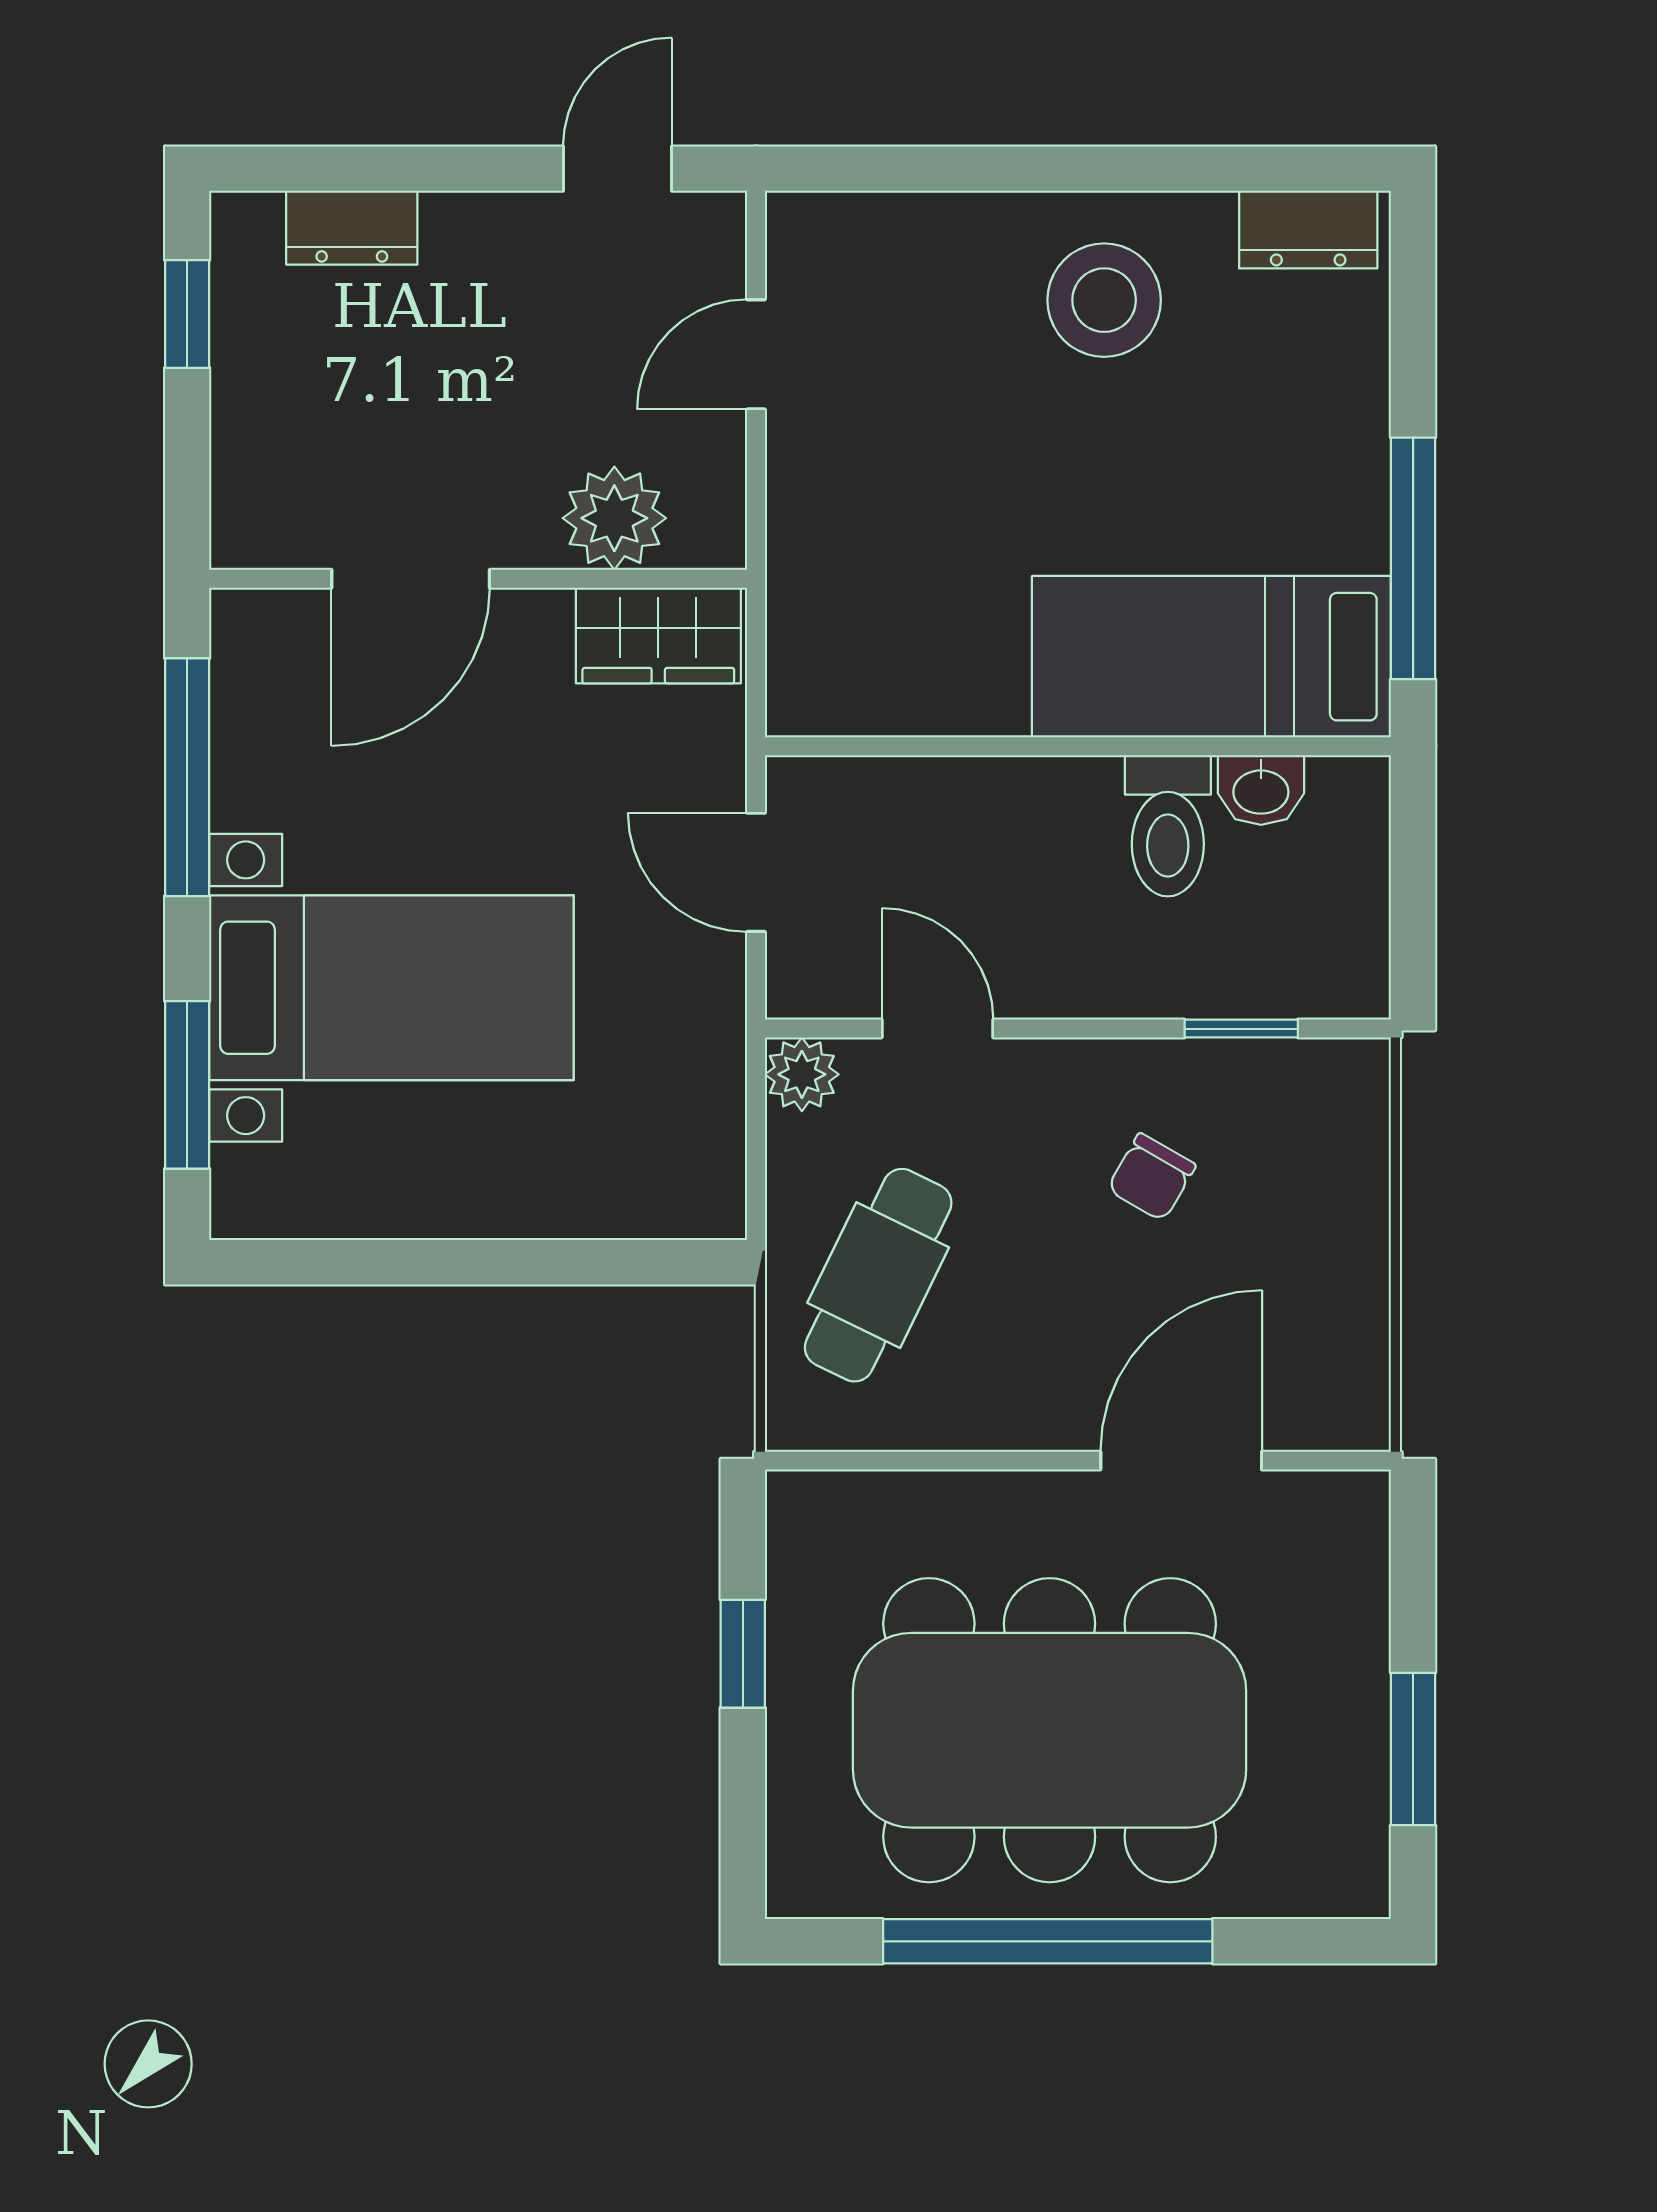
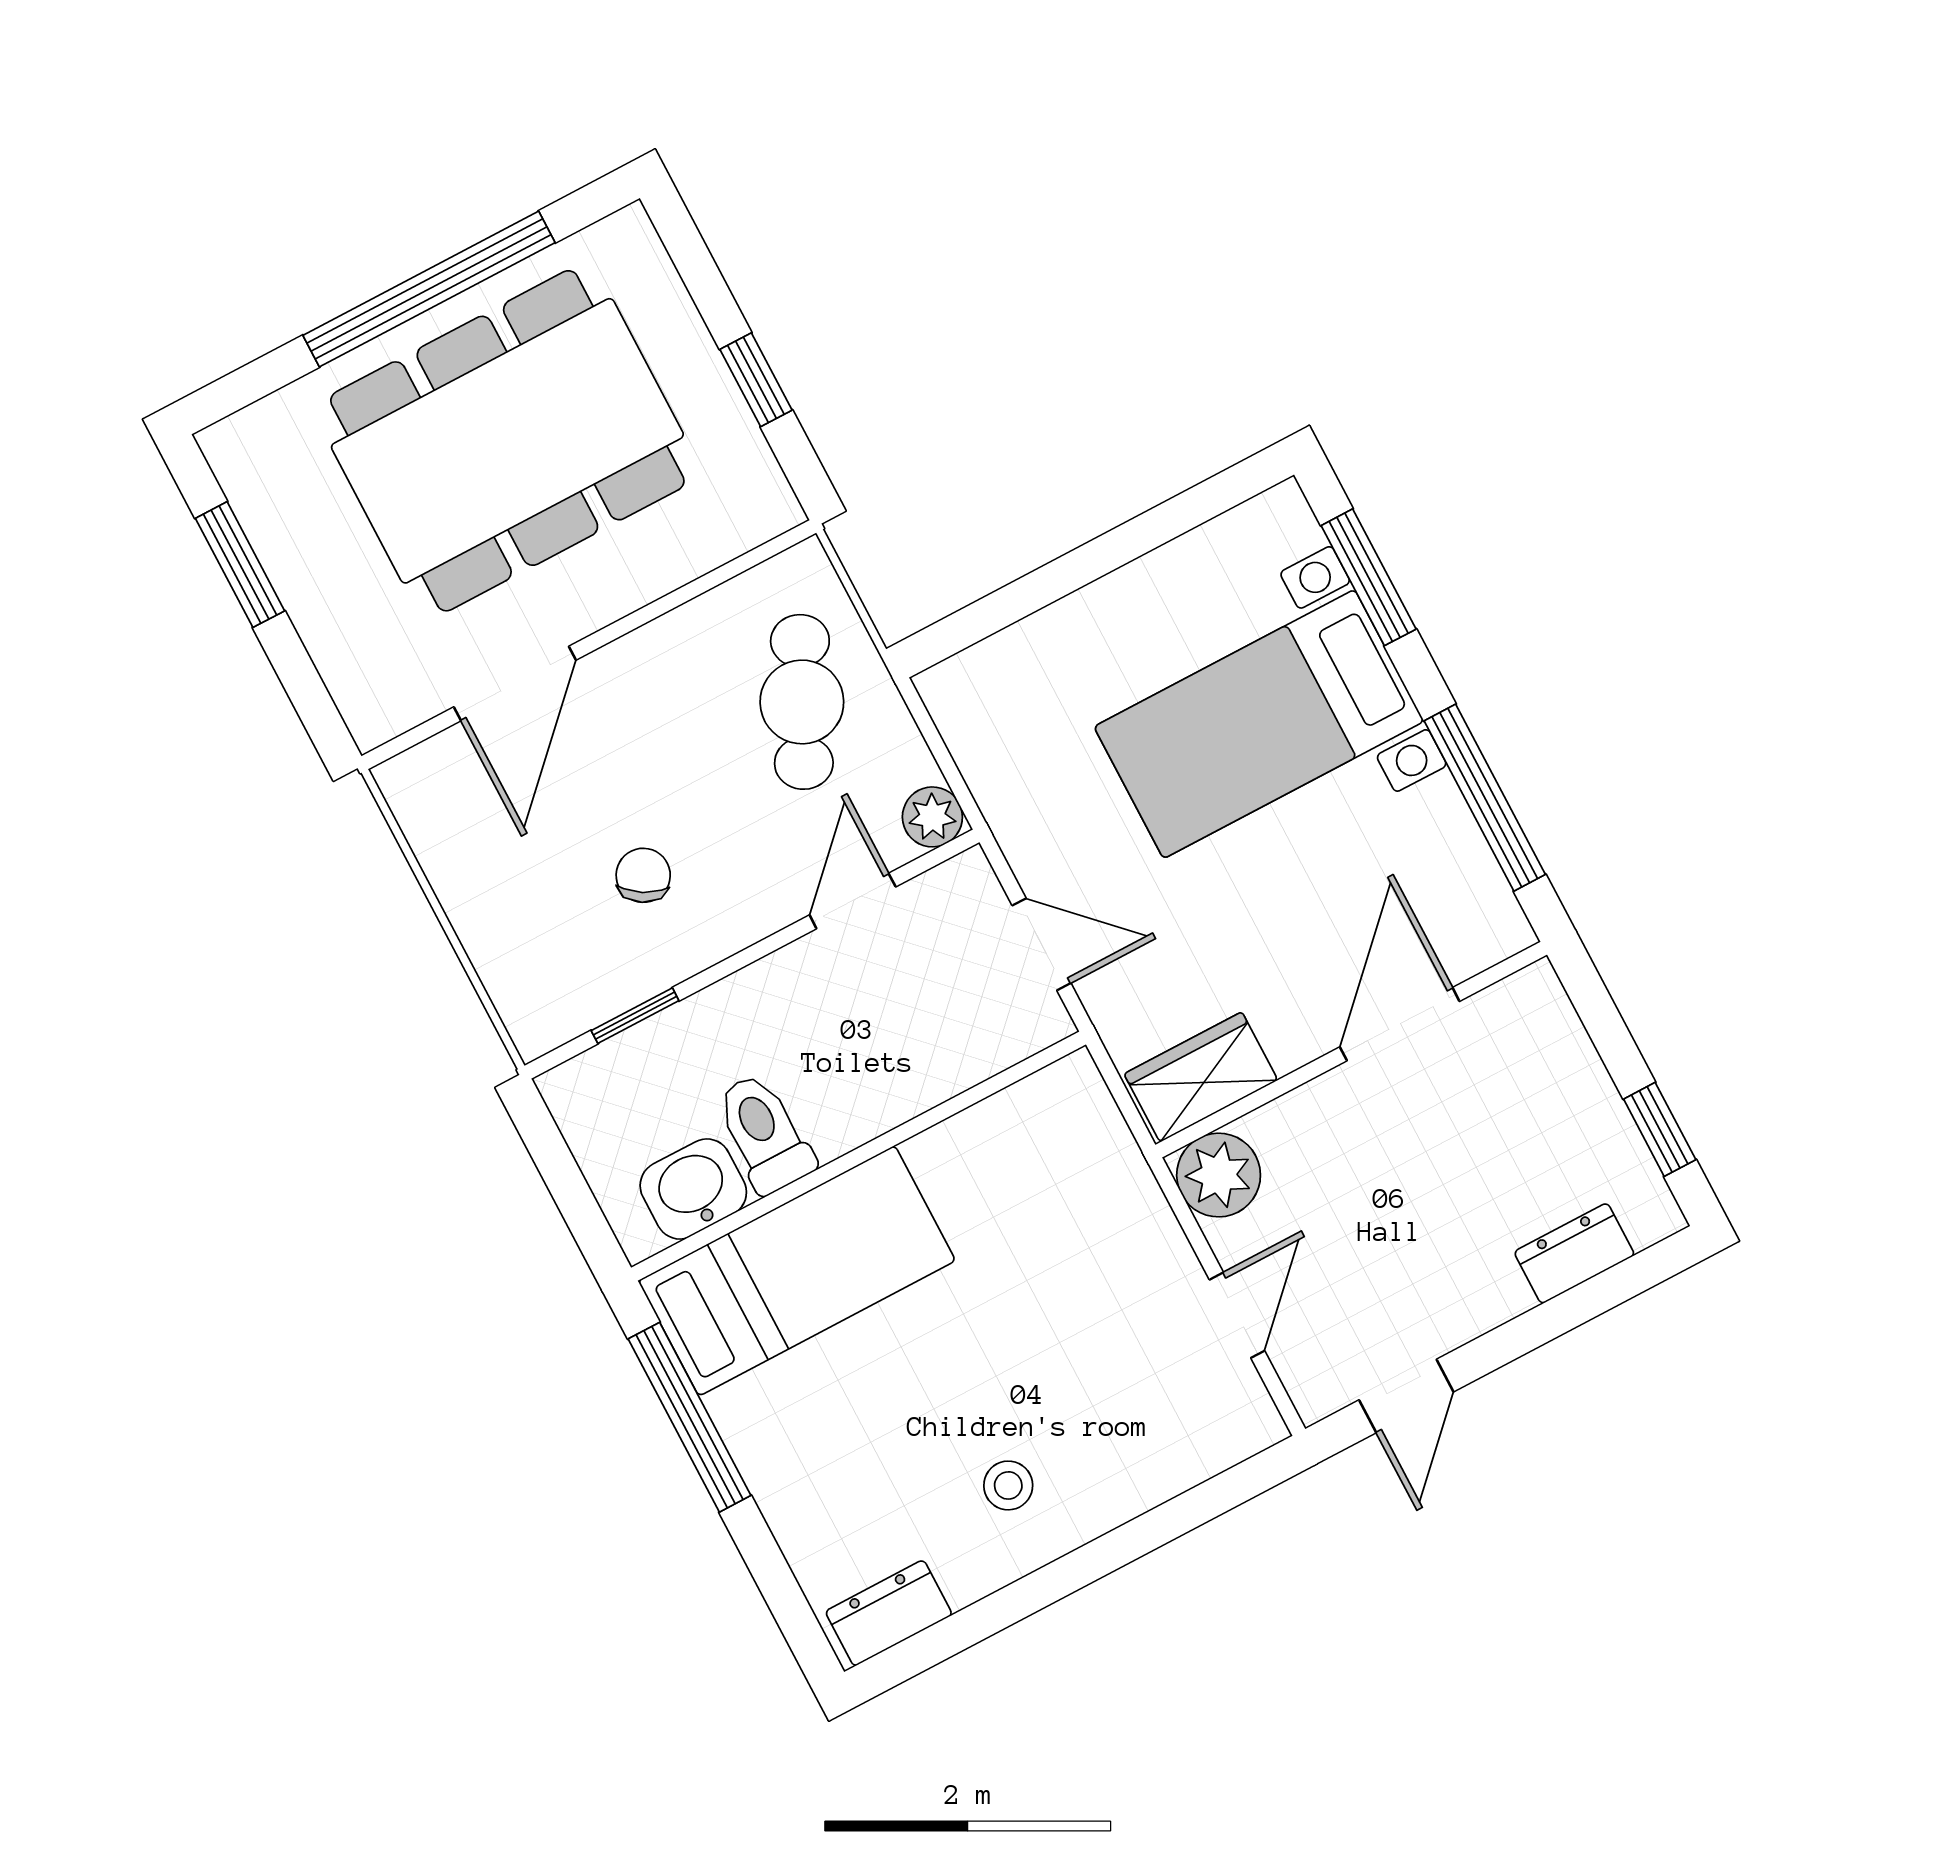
stool: (1104, 300) -> (1008, 1485), width x0.53, depth x0.53
plant: (614, 518) -> (1219, 1175), moved
washbasin: (1261, 790) -> (693, 1189), width x1.38, depth x1.45
door: (937, 1029) -> (853, 901), swing flipped

